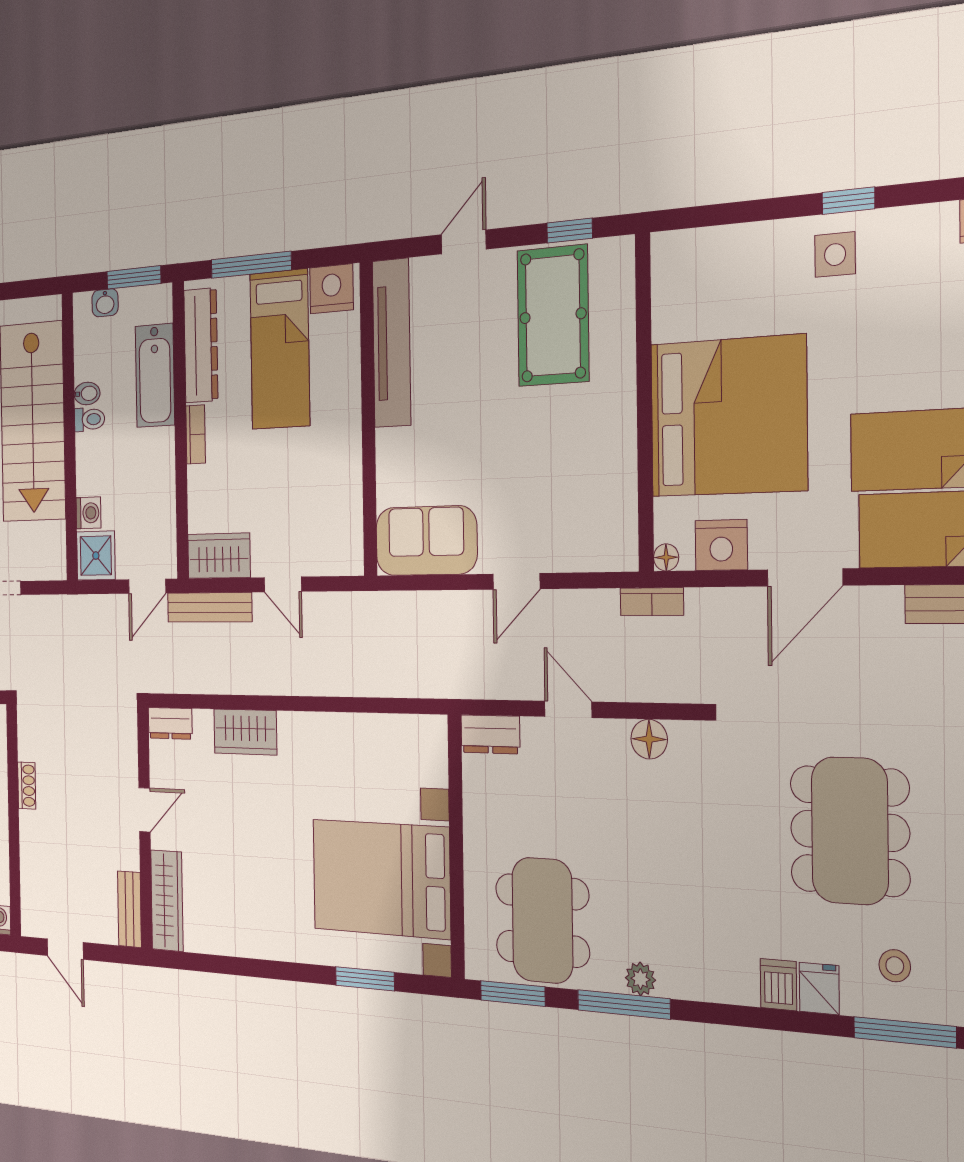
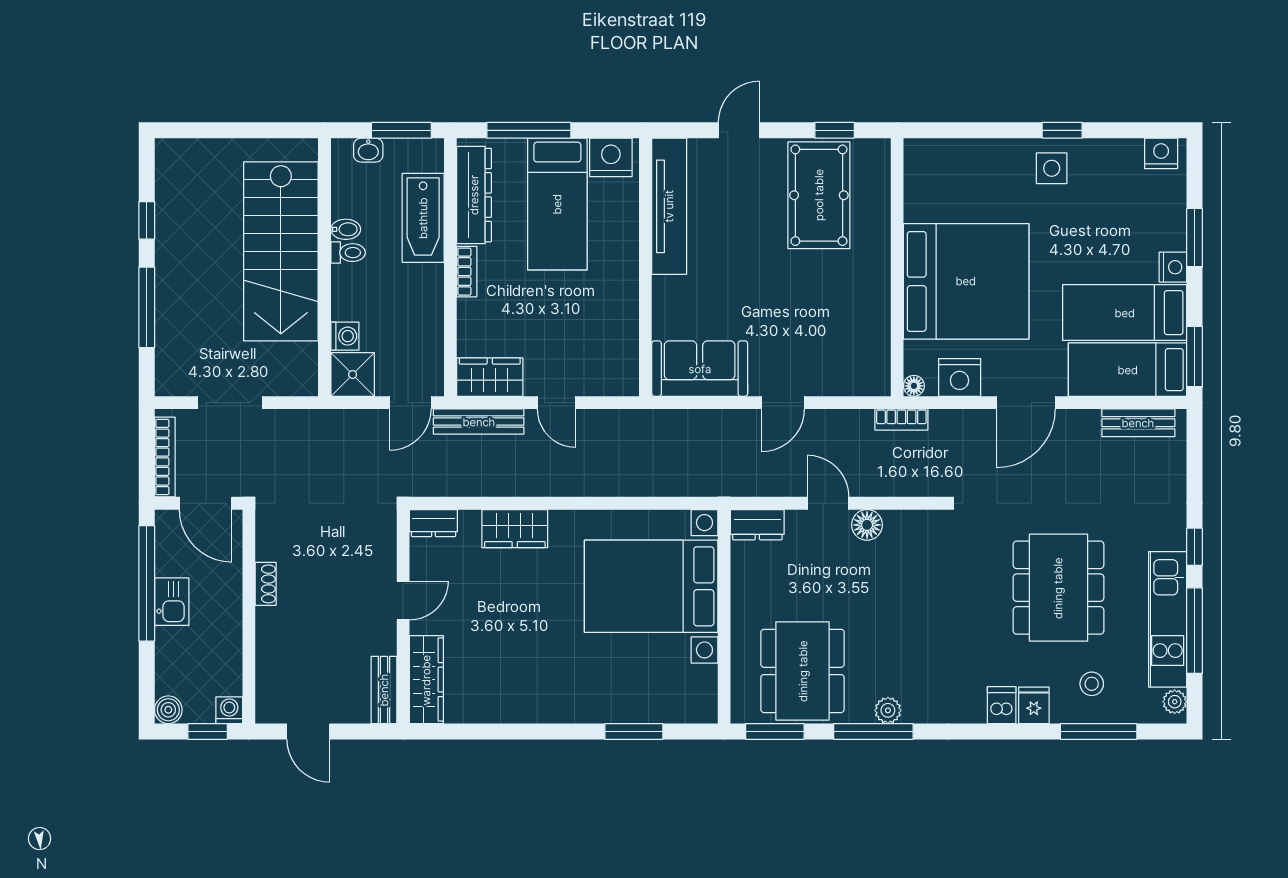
floor lamp: (649, 739) -> (867, 525), moved
bed with nightstands: (381, 879) -> (651, 586), moved

